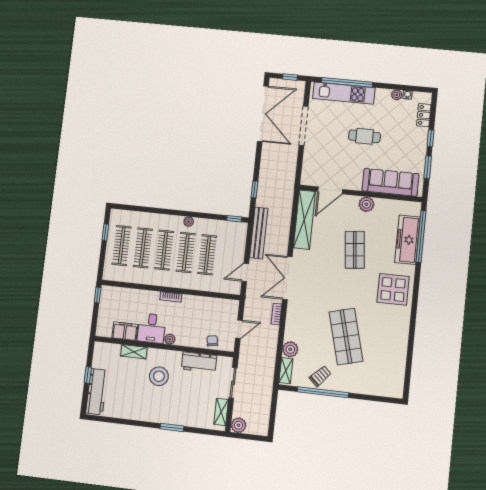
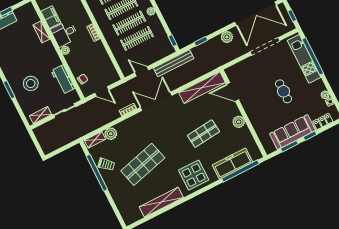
sofa: (391, 182) -> (293, 132), moved, turned -90
shelving: (400, 344) -> (161, 202), added
stool: (159, 376) -> (31, 83), moved
plant: (239, 425) -> (227, 37), moved

